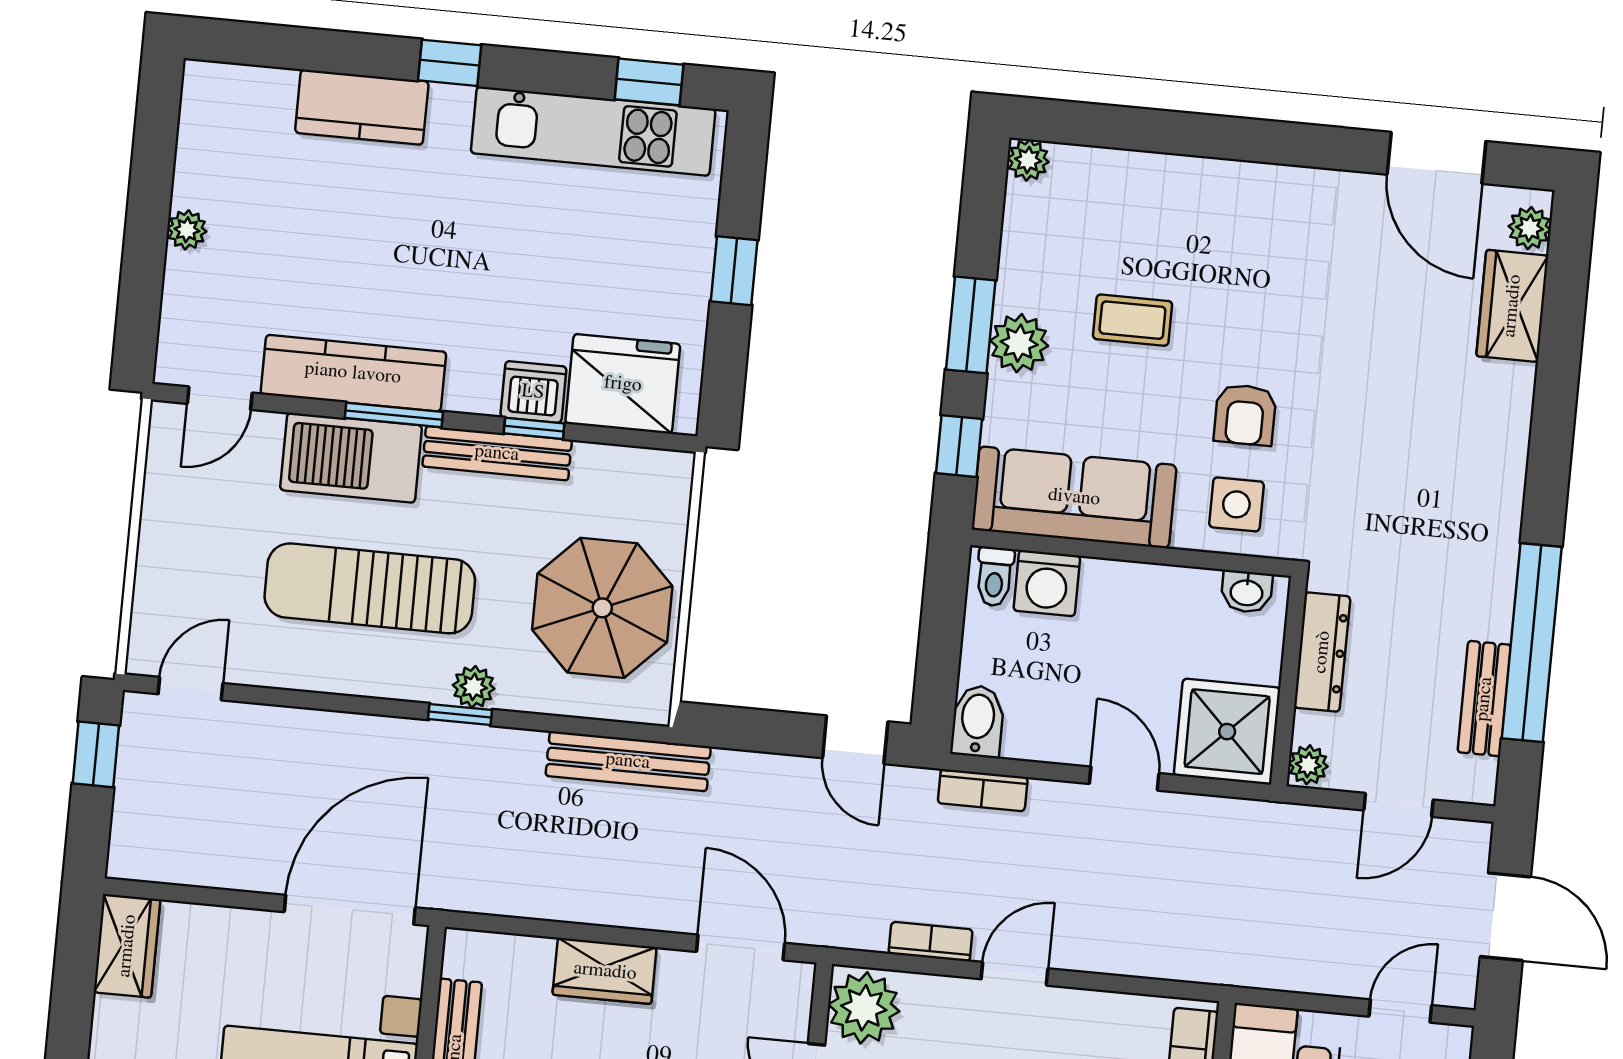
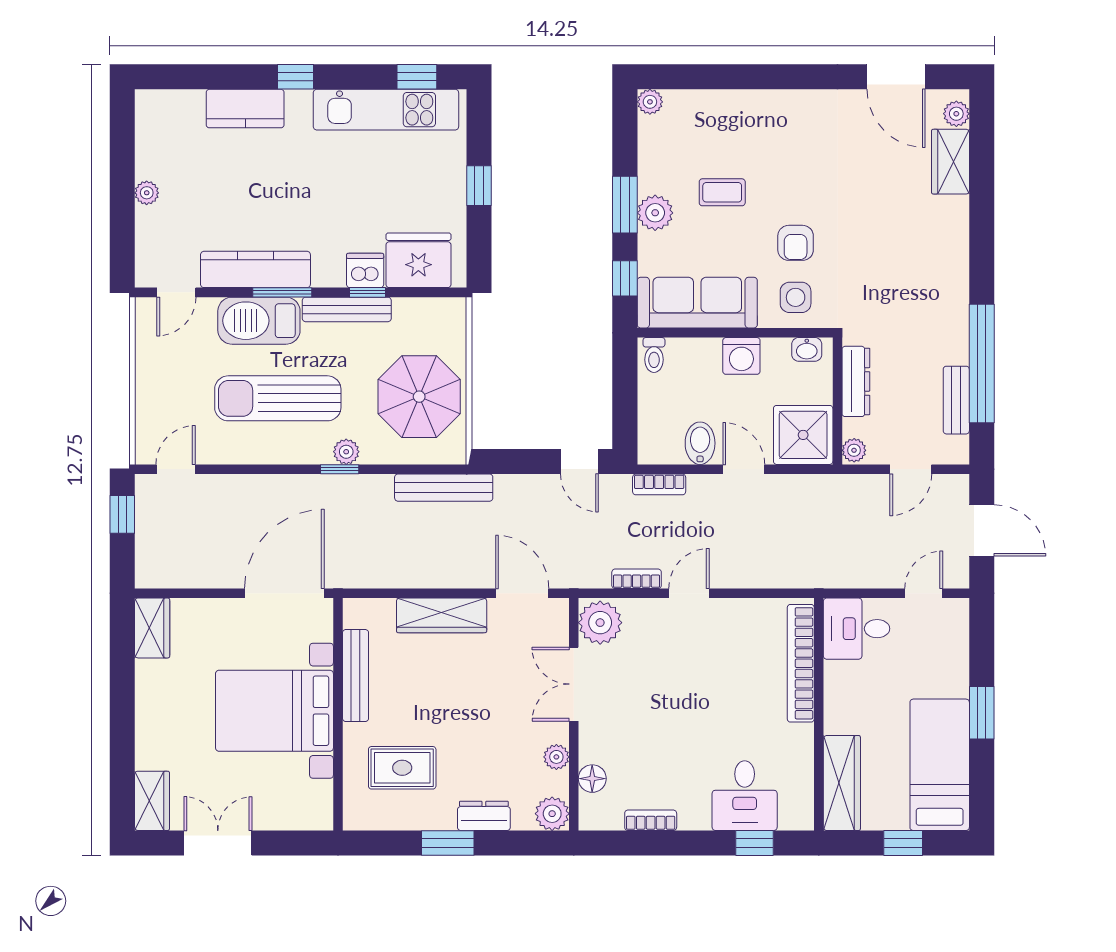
washing machine: (1047, 583) -> (741, 356), moved
bidet: (978, 721) -> (700, 443), moved
wardrobe: (605, 971) -> (442, 615), width x1.50

